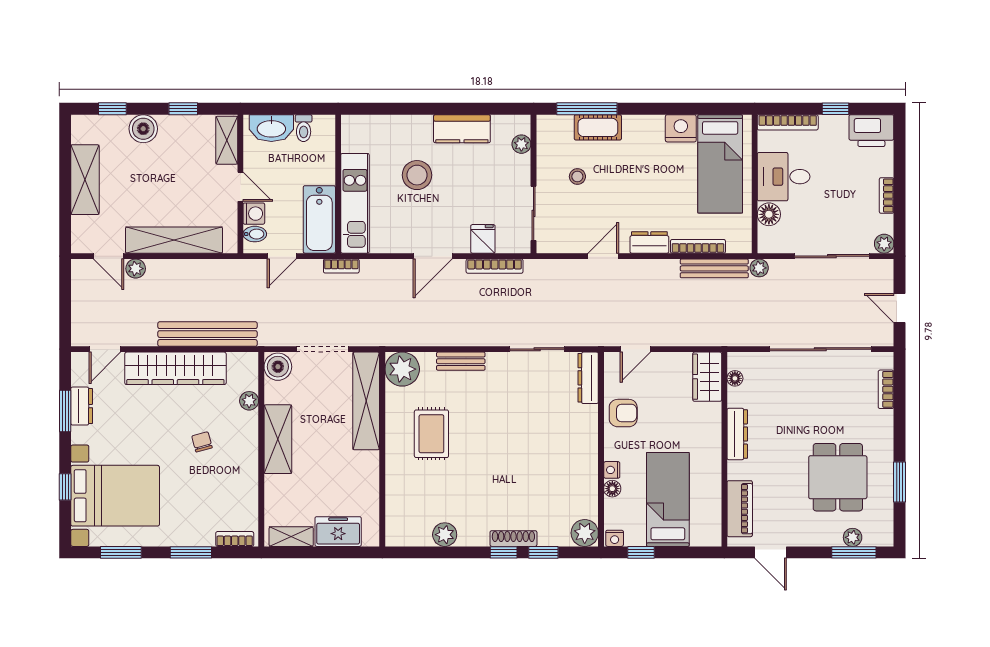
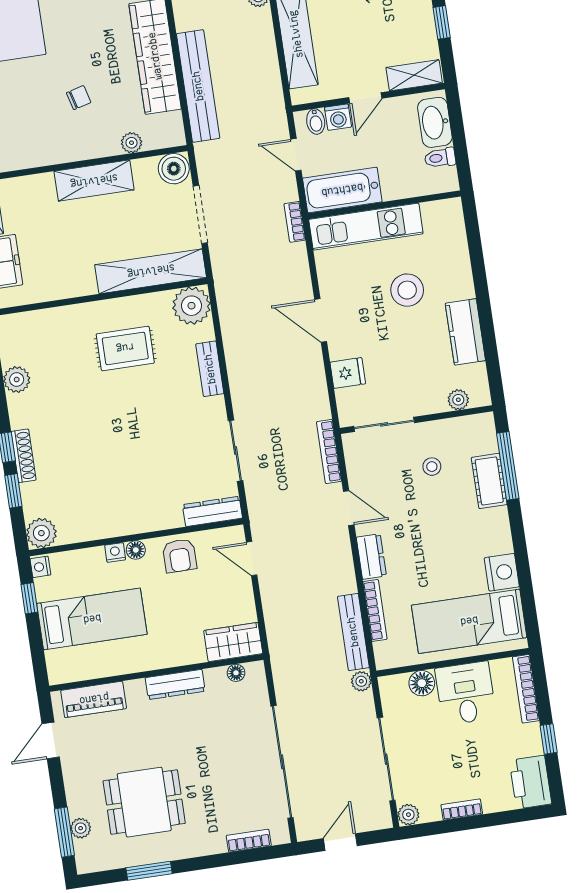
bookcase: (495, 266) -> (329, 452), moved
floor lamp: (612, 489) -> (136, 550), moved

